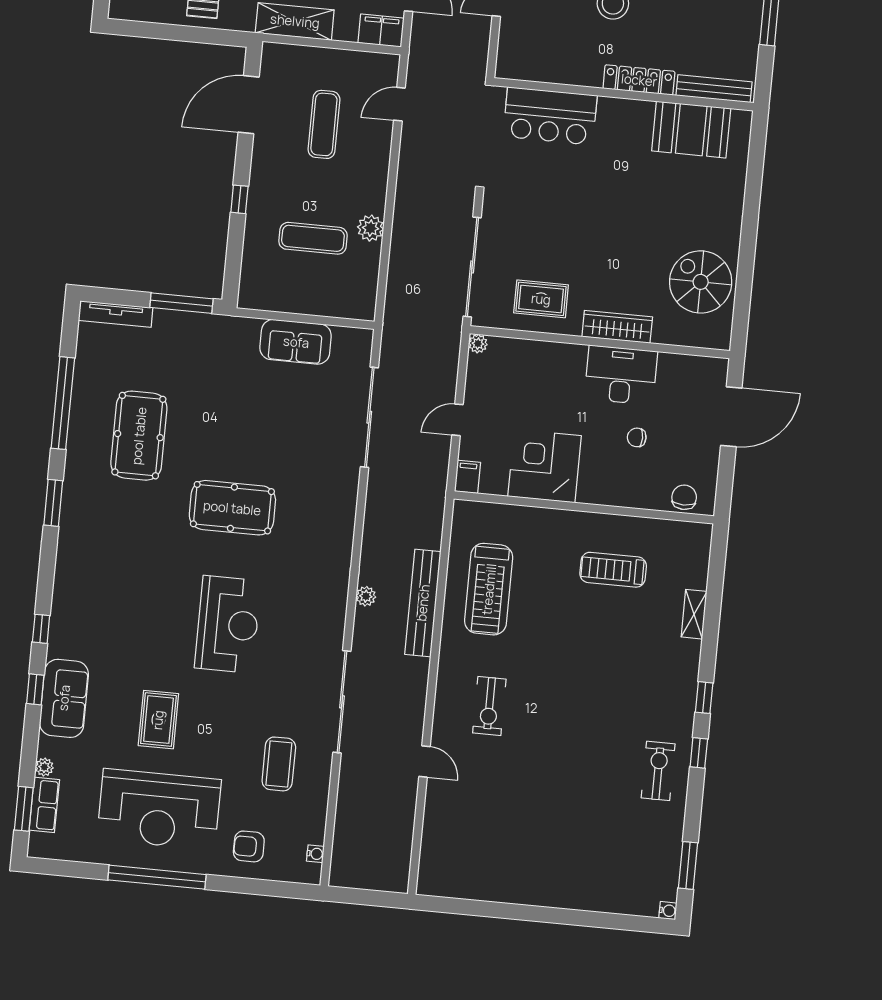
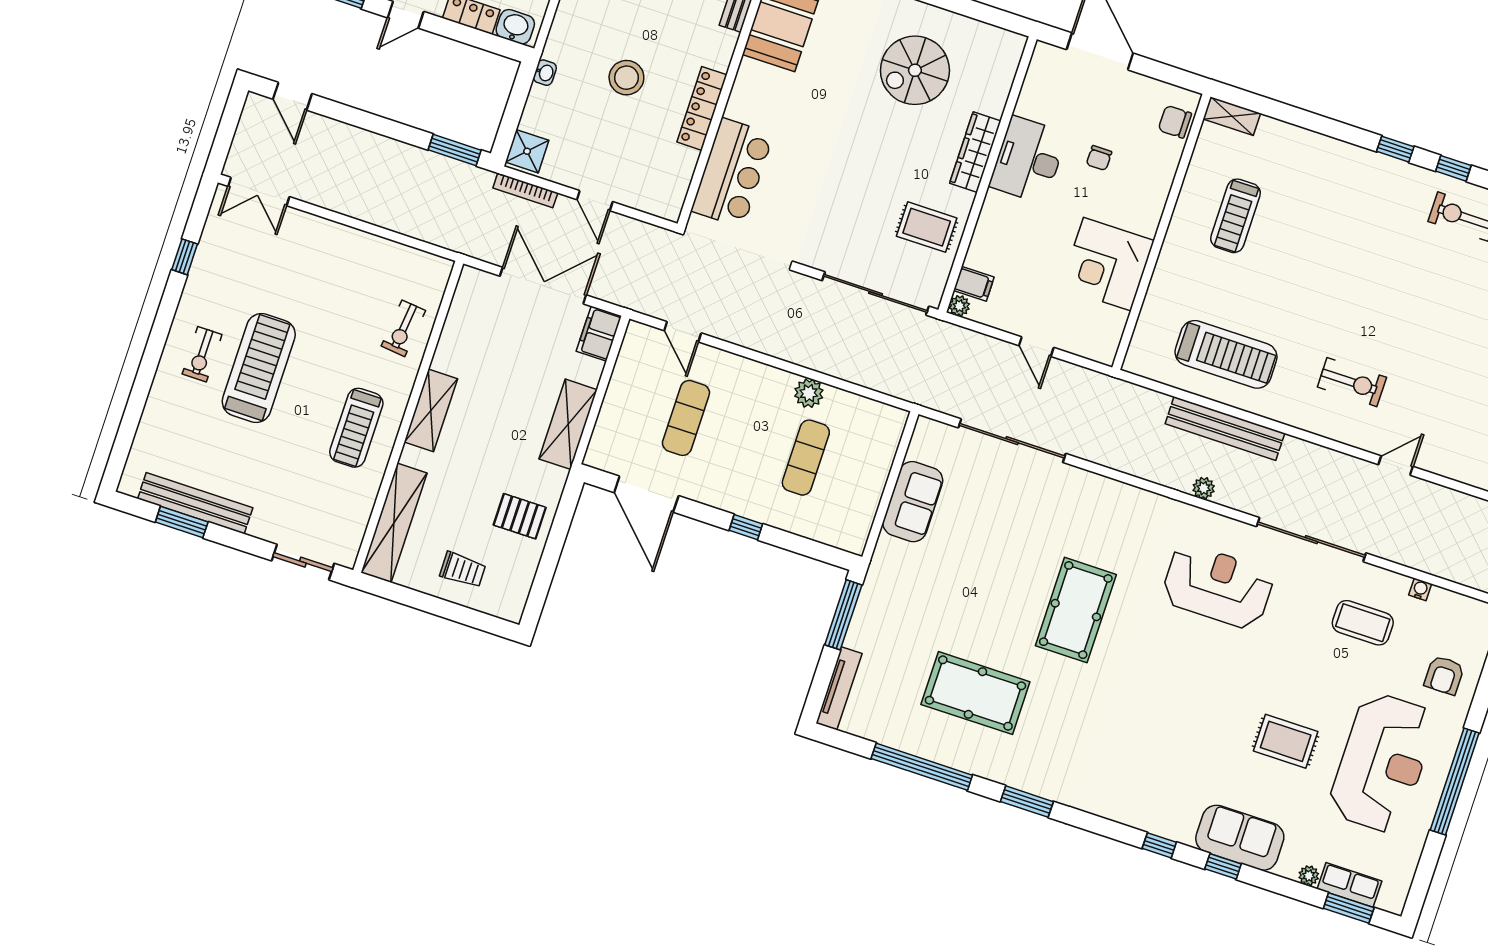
locker: (639, 80) -> (702, 108), moved
exercise mat: (324, 124) -> (686, 418), turned 90
spiral stairs: (701, 282) -> (915, 70), moved
rug: (541, 299) -> (927, 227), turned 90
filing cabinet: (467, 477) -> (974, 284), moved, turned 180
shelving: (694, 614) -> (1232, 116), moved
reception desk: (228, 624) -> (1218, 586), moved
water cooler: (315, 854) -> (1420, 589), moved

